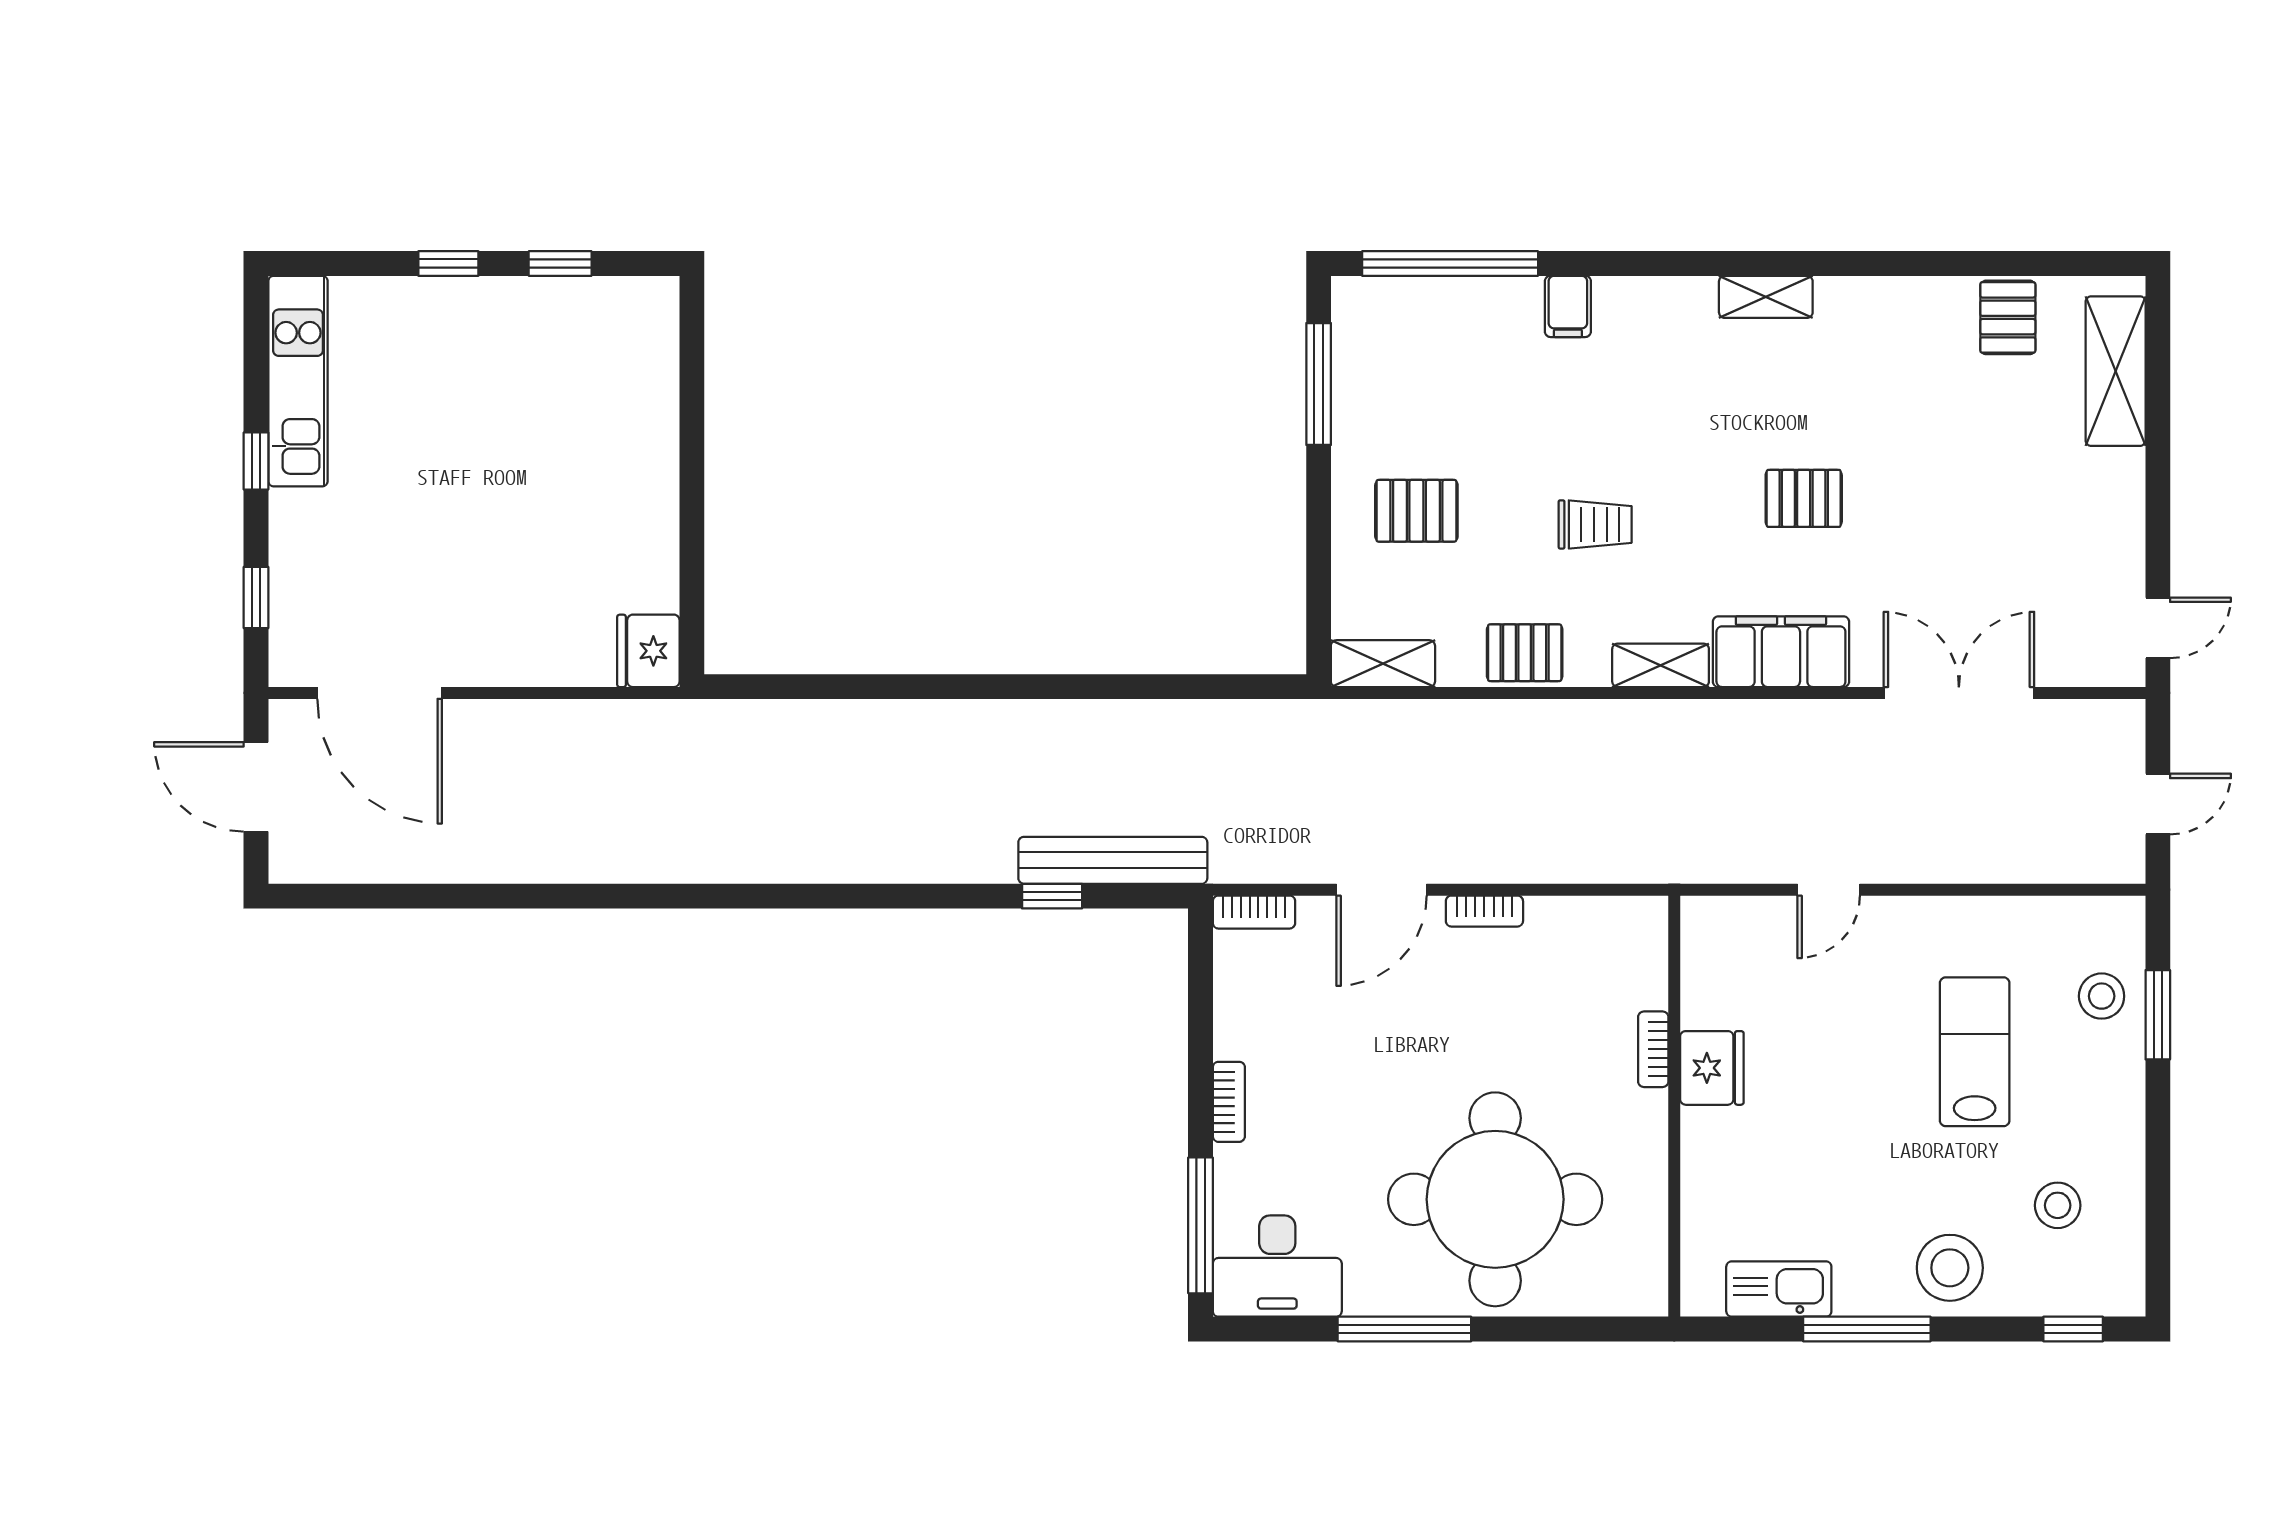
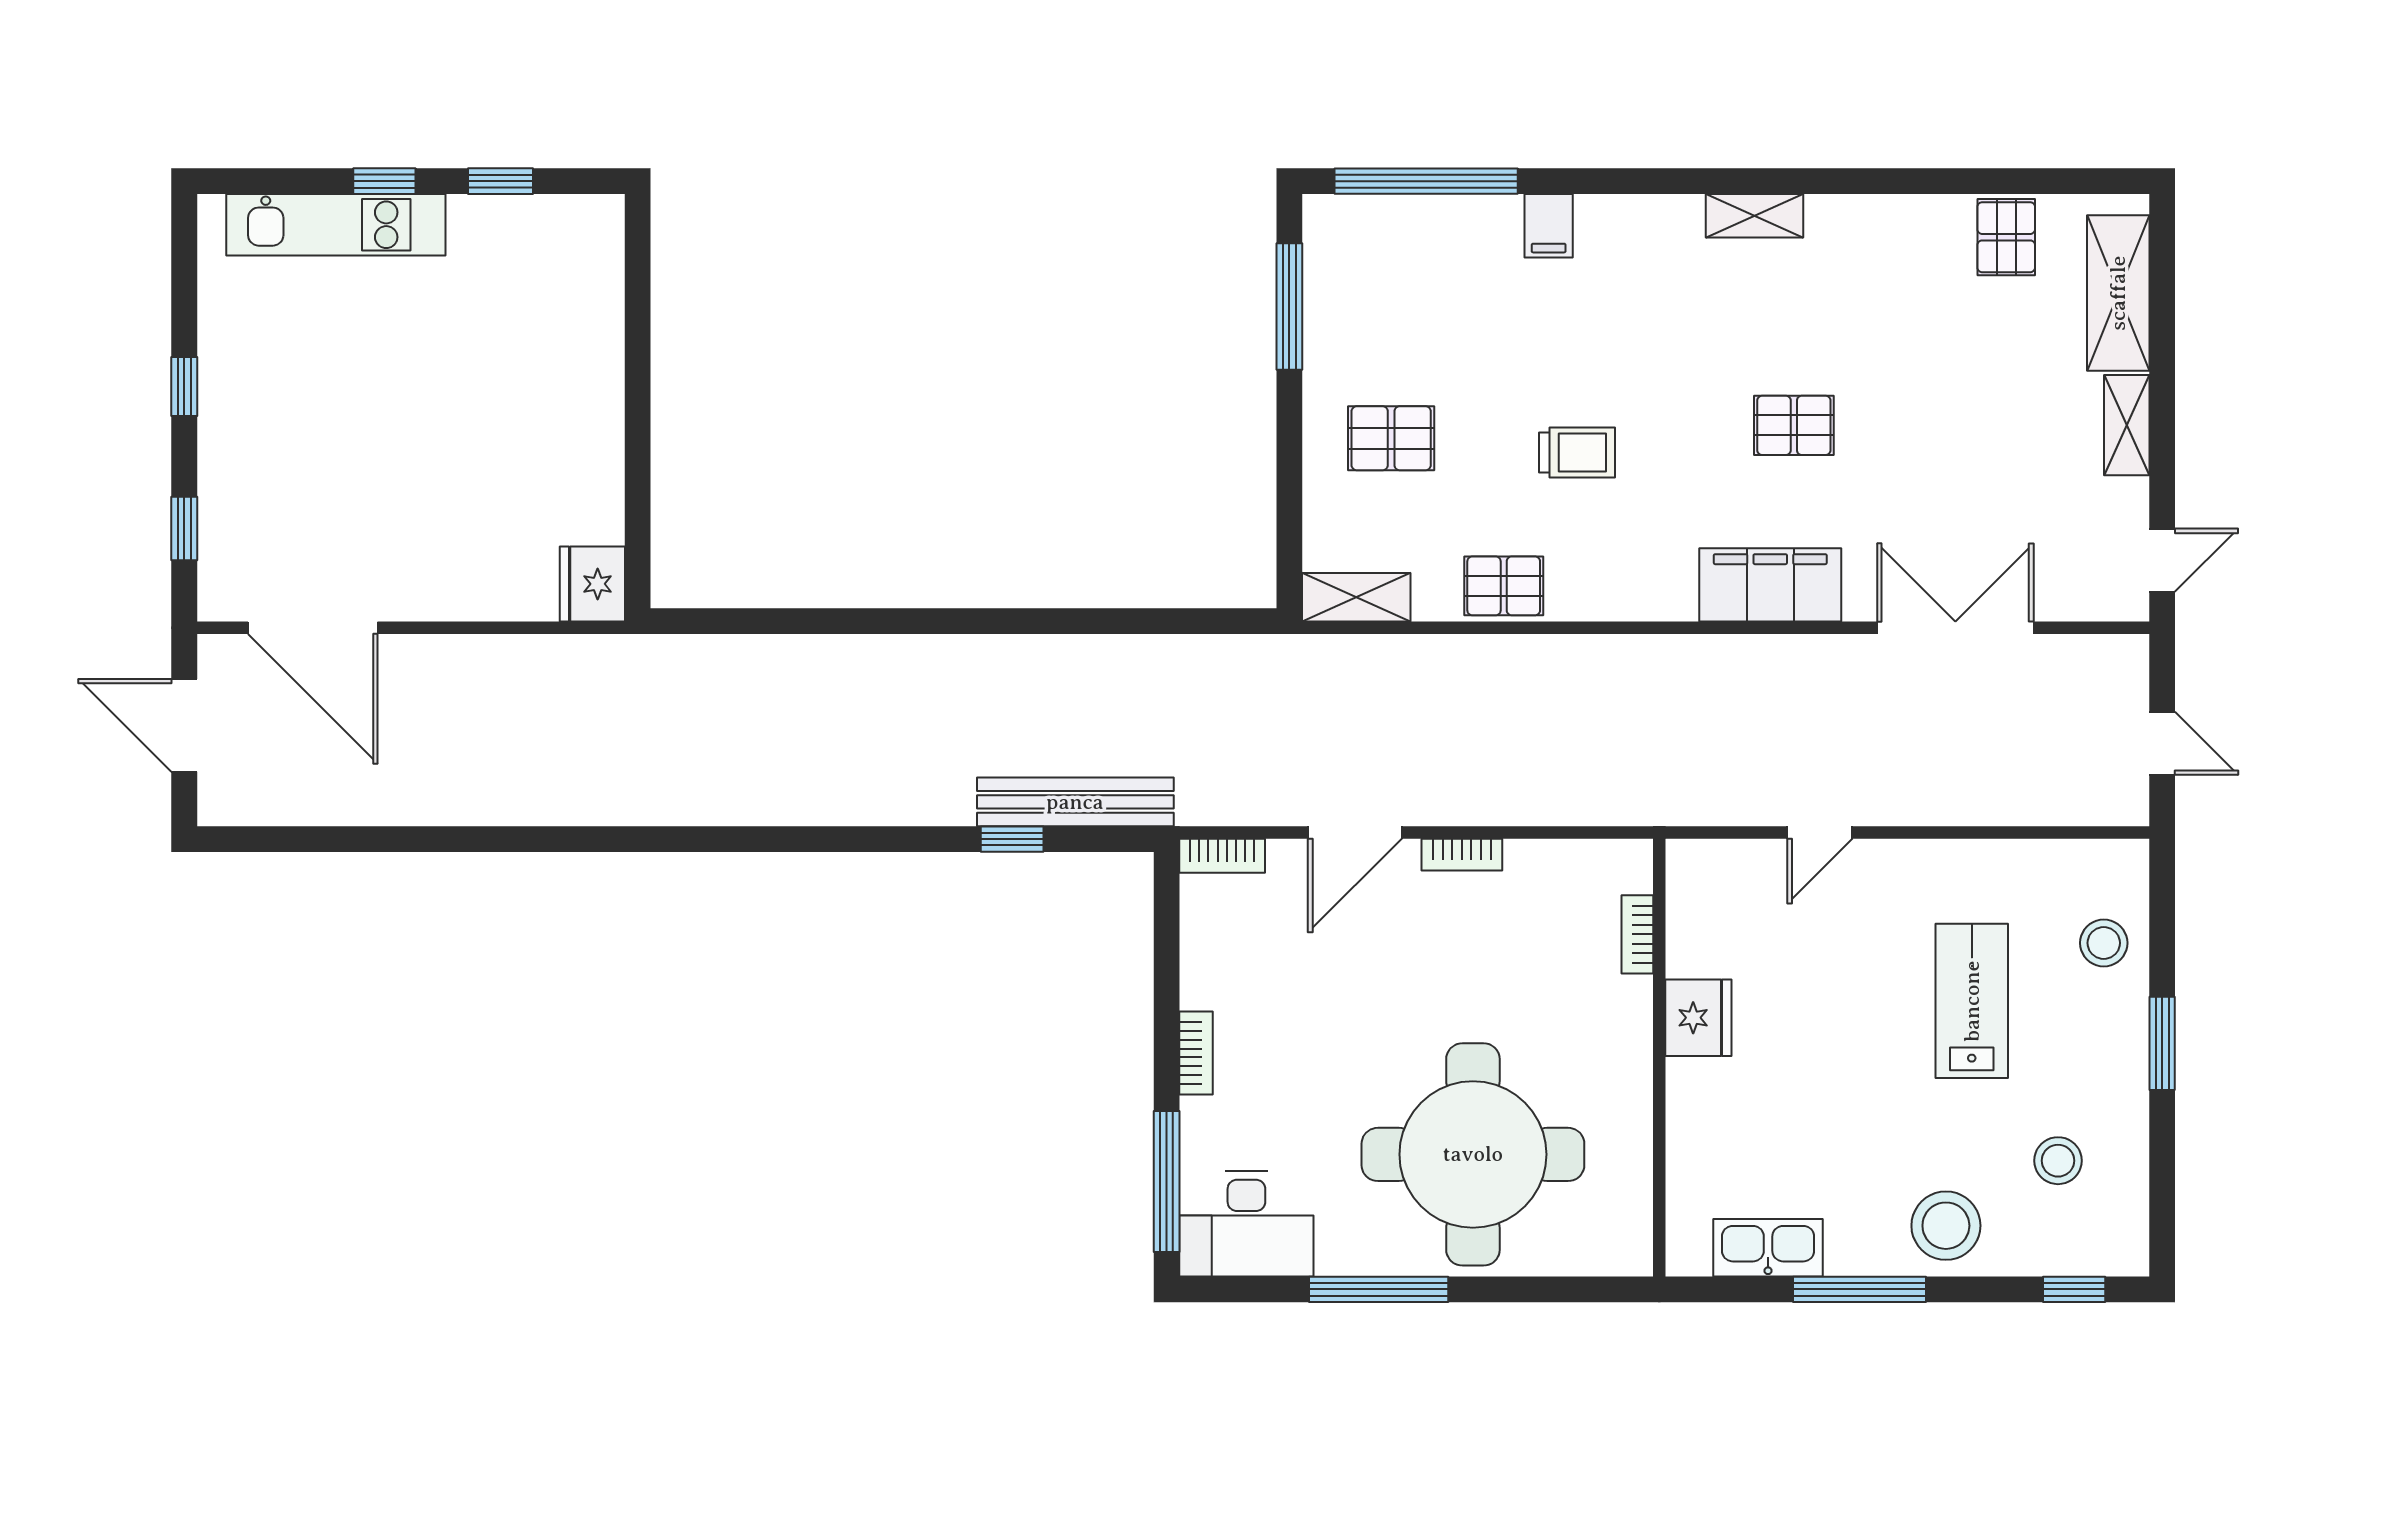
kitchen unit: (298, 381) -> (336, 225), moved, turned 90
shelving: (1661, 665) -> (2127, 425), moved, turned 90
door: (2158, 804) -> (2162, 743), hinge flipped
window: (2158, 1015) -> (2162, 1043), moved
bookcase: (1653, 1049) -> (1637, 934), moved

